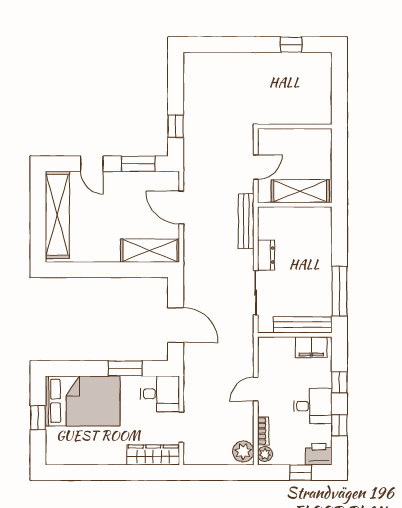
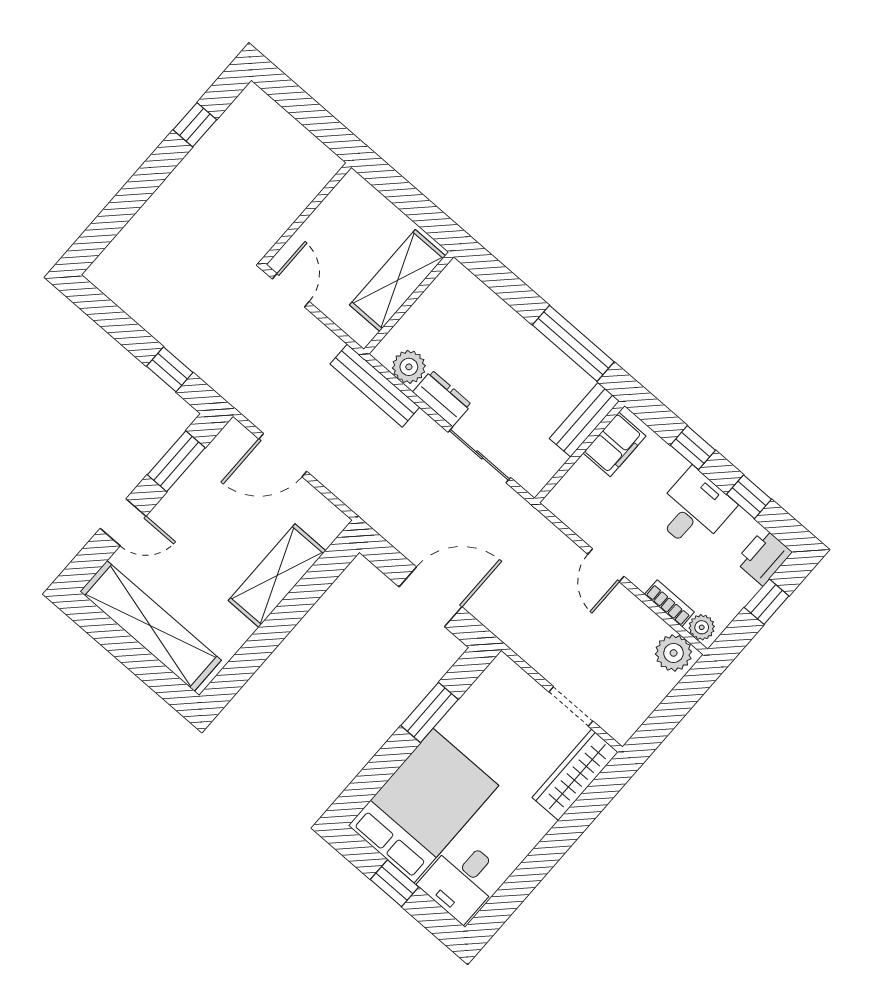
door: (256, 167) -> (291, 290), moved
plant: (267, 229) -> (409, 367), added
shelving: (150, 251) -> (277, 576), moved
bench: (303, 325) -> (584, 420), width x0.73
desk: (160, 394) -> (462, 880), moved, turned 180

